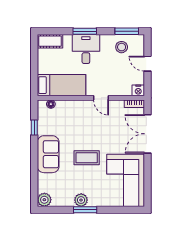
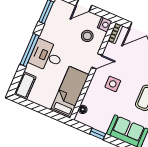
window: (85, 31) -> (30, 50), width x1.44
stool: (122, 47) -> (87, 36), moved
side table: (86, 122) -> (113, 84), added

